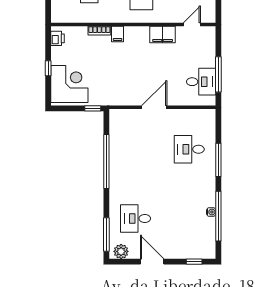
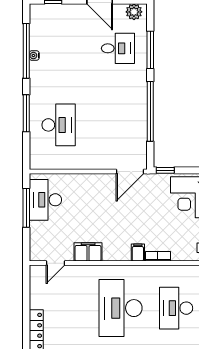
desk: (201, 82) -> (45, 200), width x1.37
door: (154, 107) -> (130, 171), moved
desk: (189, 149) -> (59, 125), width x1.37
window: (106, 235) -> (150, 50), moved

